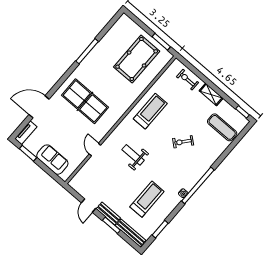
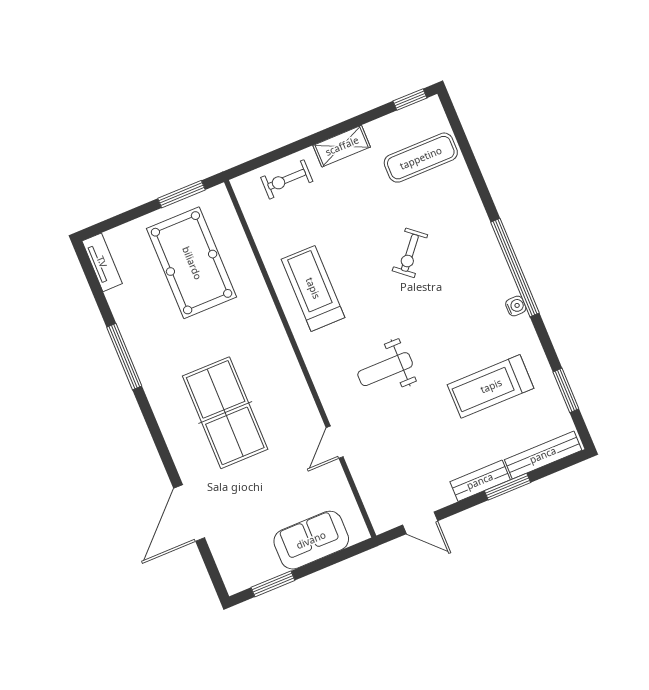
table tennis table: (85, 101) -> (225, 413), turned 90
tv unit: (26, 133) -> (102, 262), moved
door: (95, 150) -> (335, 442), hinge flipped
treadmill: (147, 199) -> (491, 386), turned -90
door: (89, 206) -> (420, 523), moved

